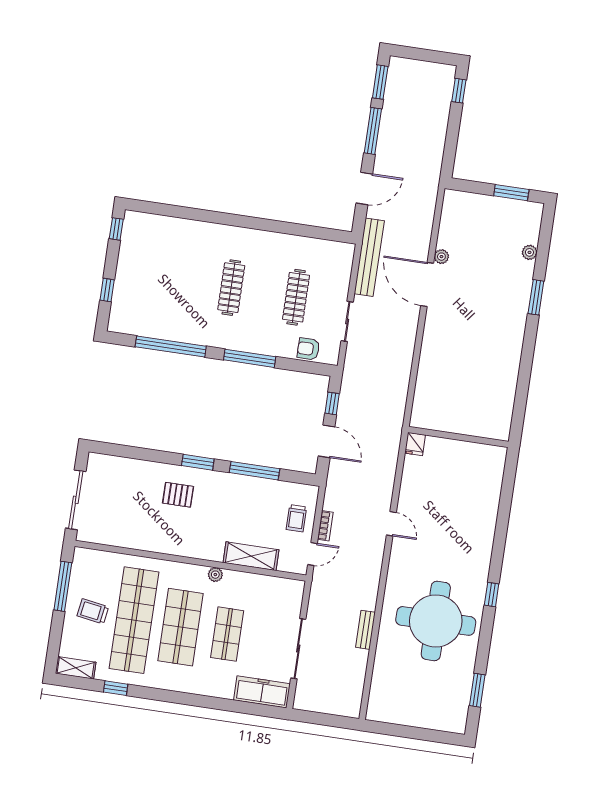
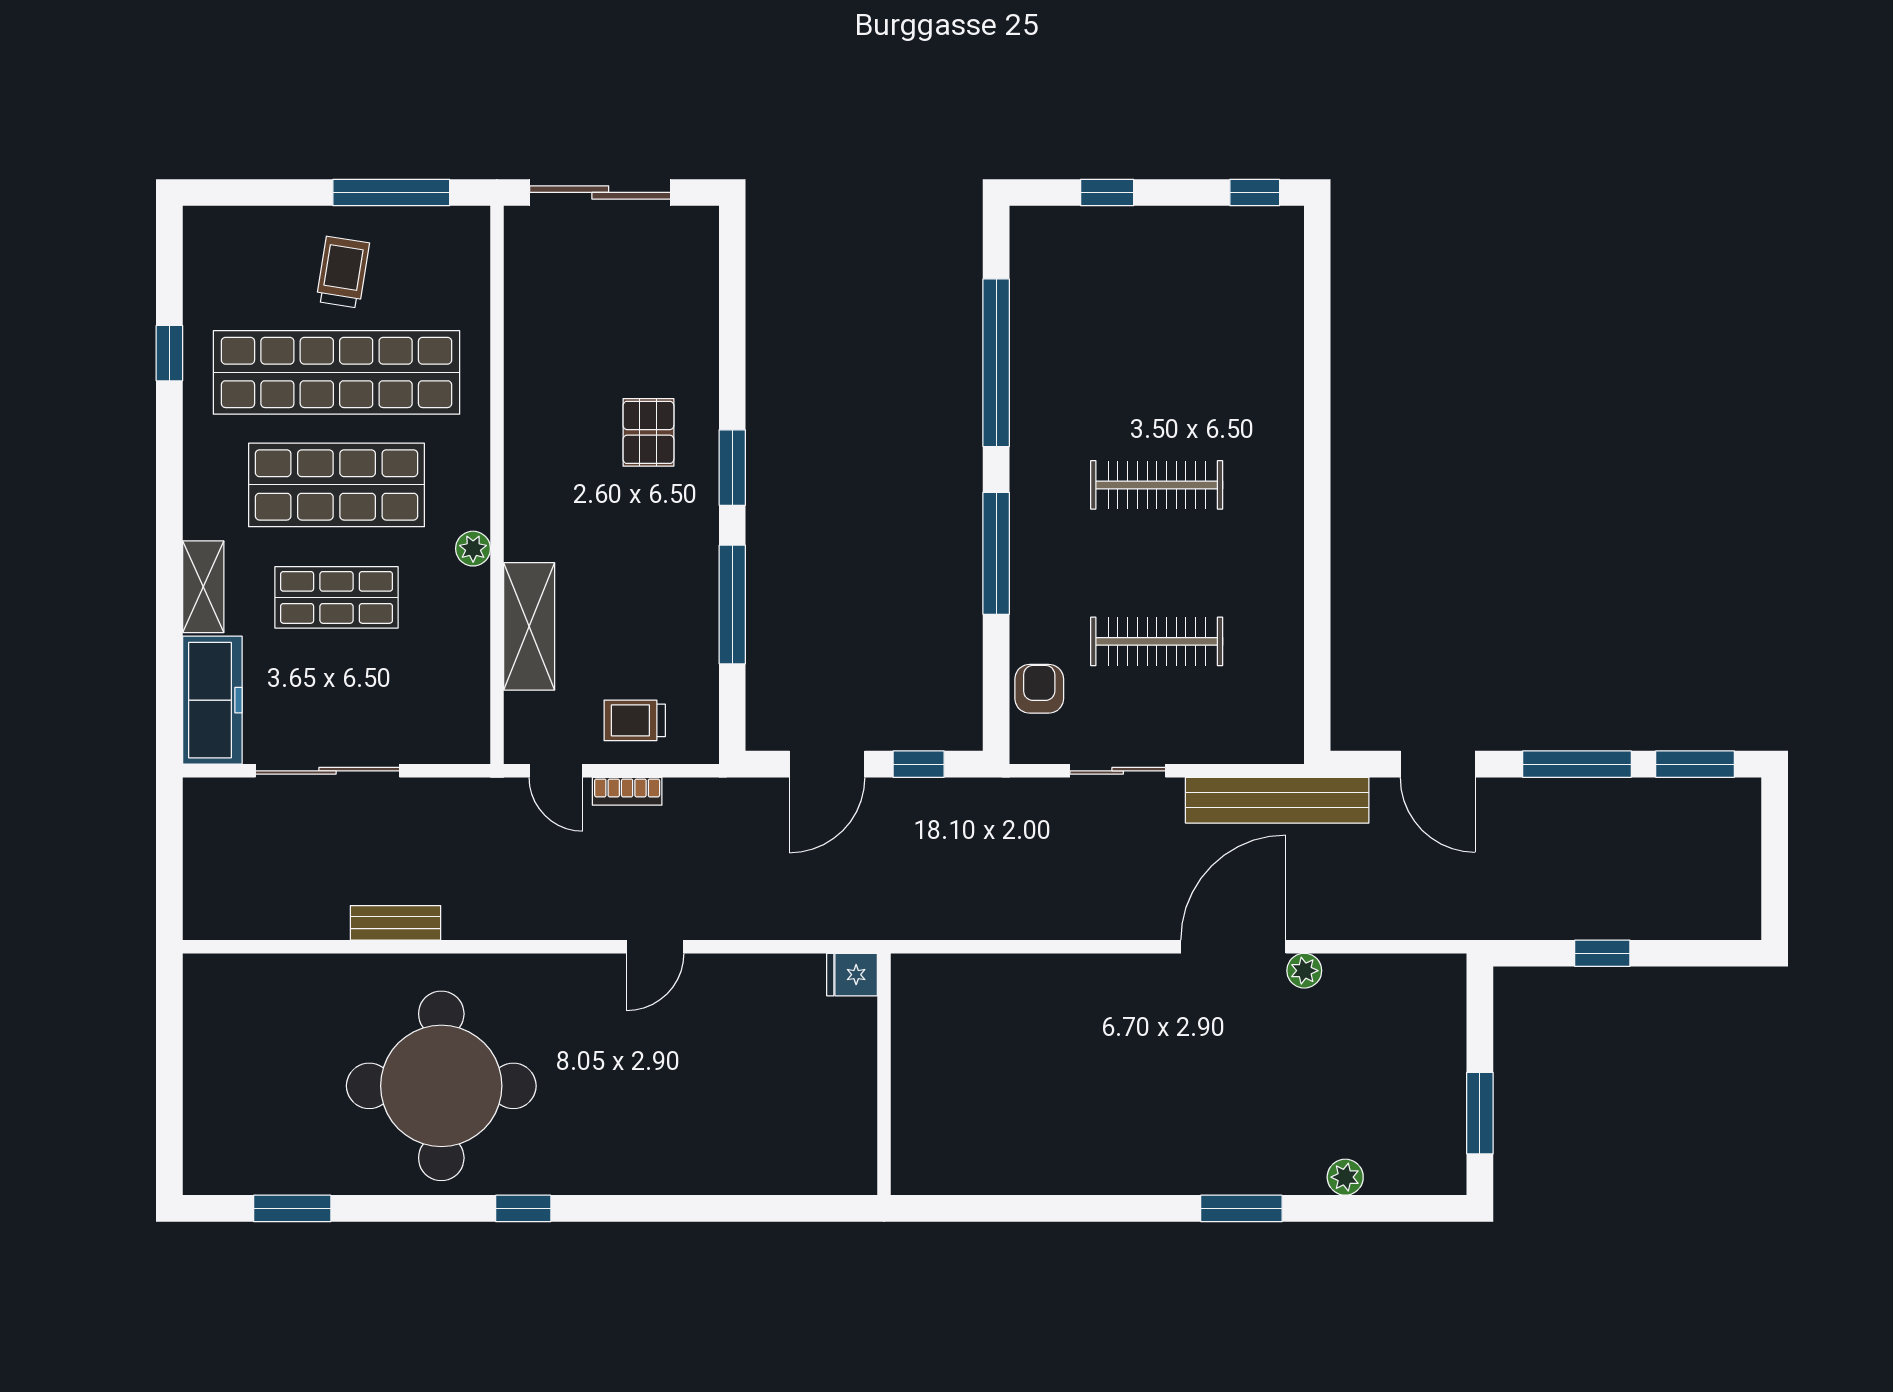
window: (459, 91) -> (1602, 953), moved
shelving: (76, 668) -> (203, 587), moved

